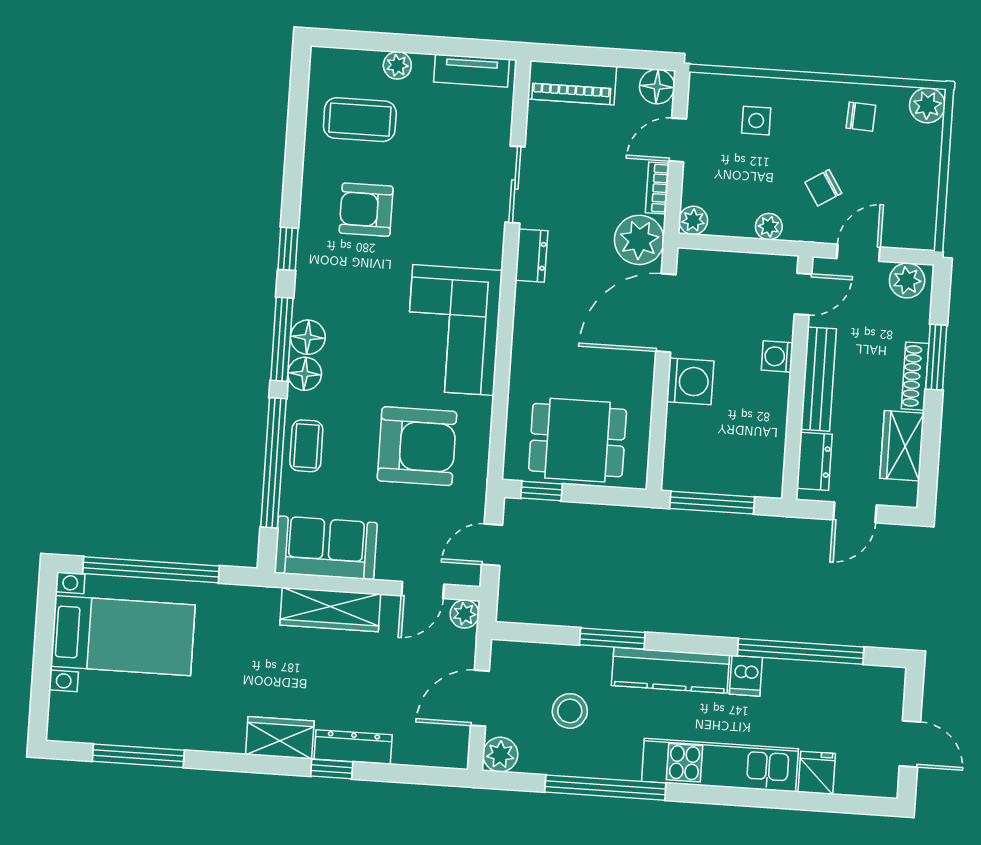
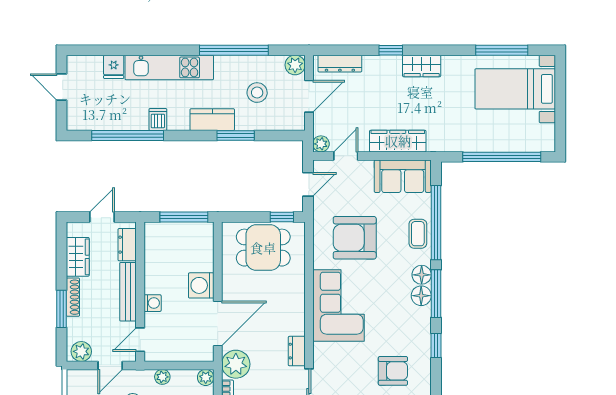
bed with nightstands: (123, 636) -> (515, 89), moved
kitchen counter: (670, 670) -> (212, 120), width x0.67
dresser: (353, 747) -> (340, 64), moved

